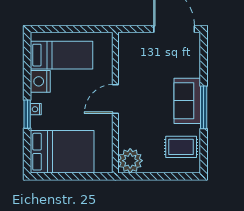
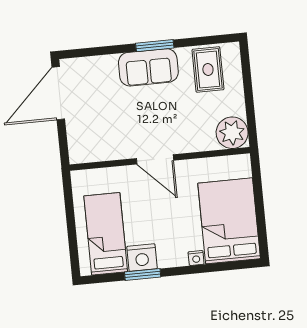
window: (204, 107) -> (155, 46), width x0.69
nightstand: (36, 109) -> (196, 258), moved
window: (27, 114) -> (143, 274), moved

